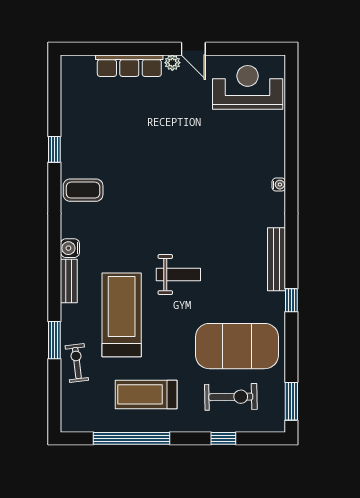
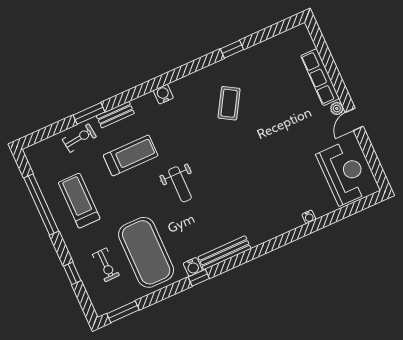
water cooler: (279, 185) -> (309, 217), moved
coffee table: (83, 190) -> (229, 103), moved, turned 31
bench: (69, 281) -> (115, 115), moved
water cooler: (276, 301) -> (193, 267), added
treadmill: (122, 315) -> (131, 155), width x0.73, depth x0.73
exercise bike: (231, 397) -> (106, 265), width x0.73, depth x0.72

